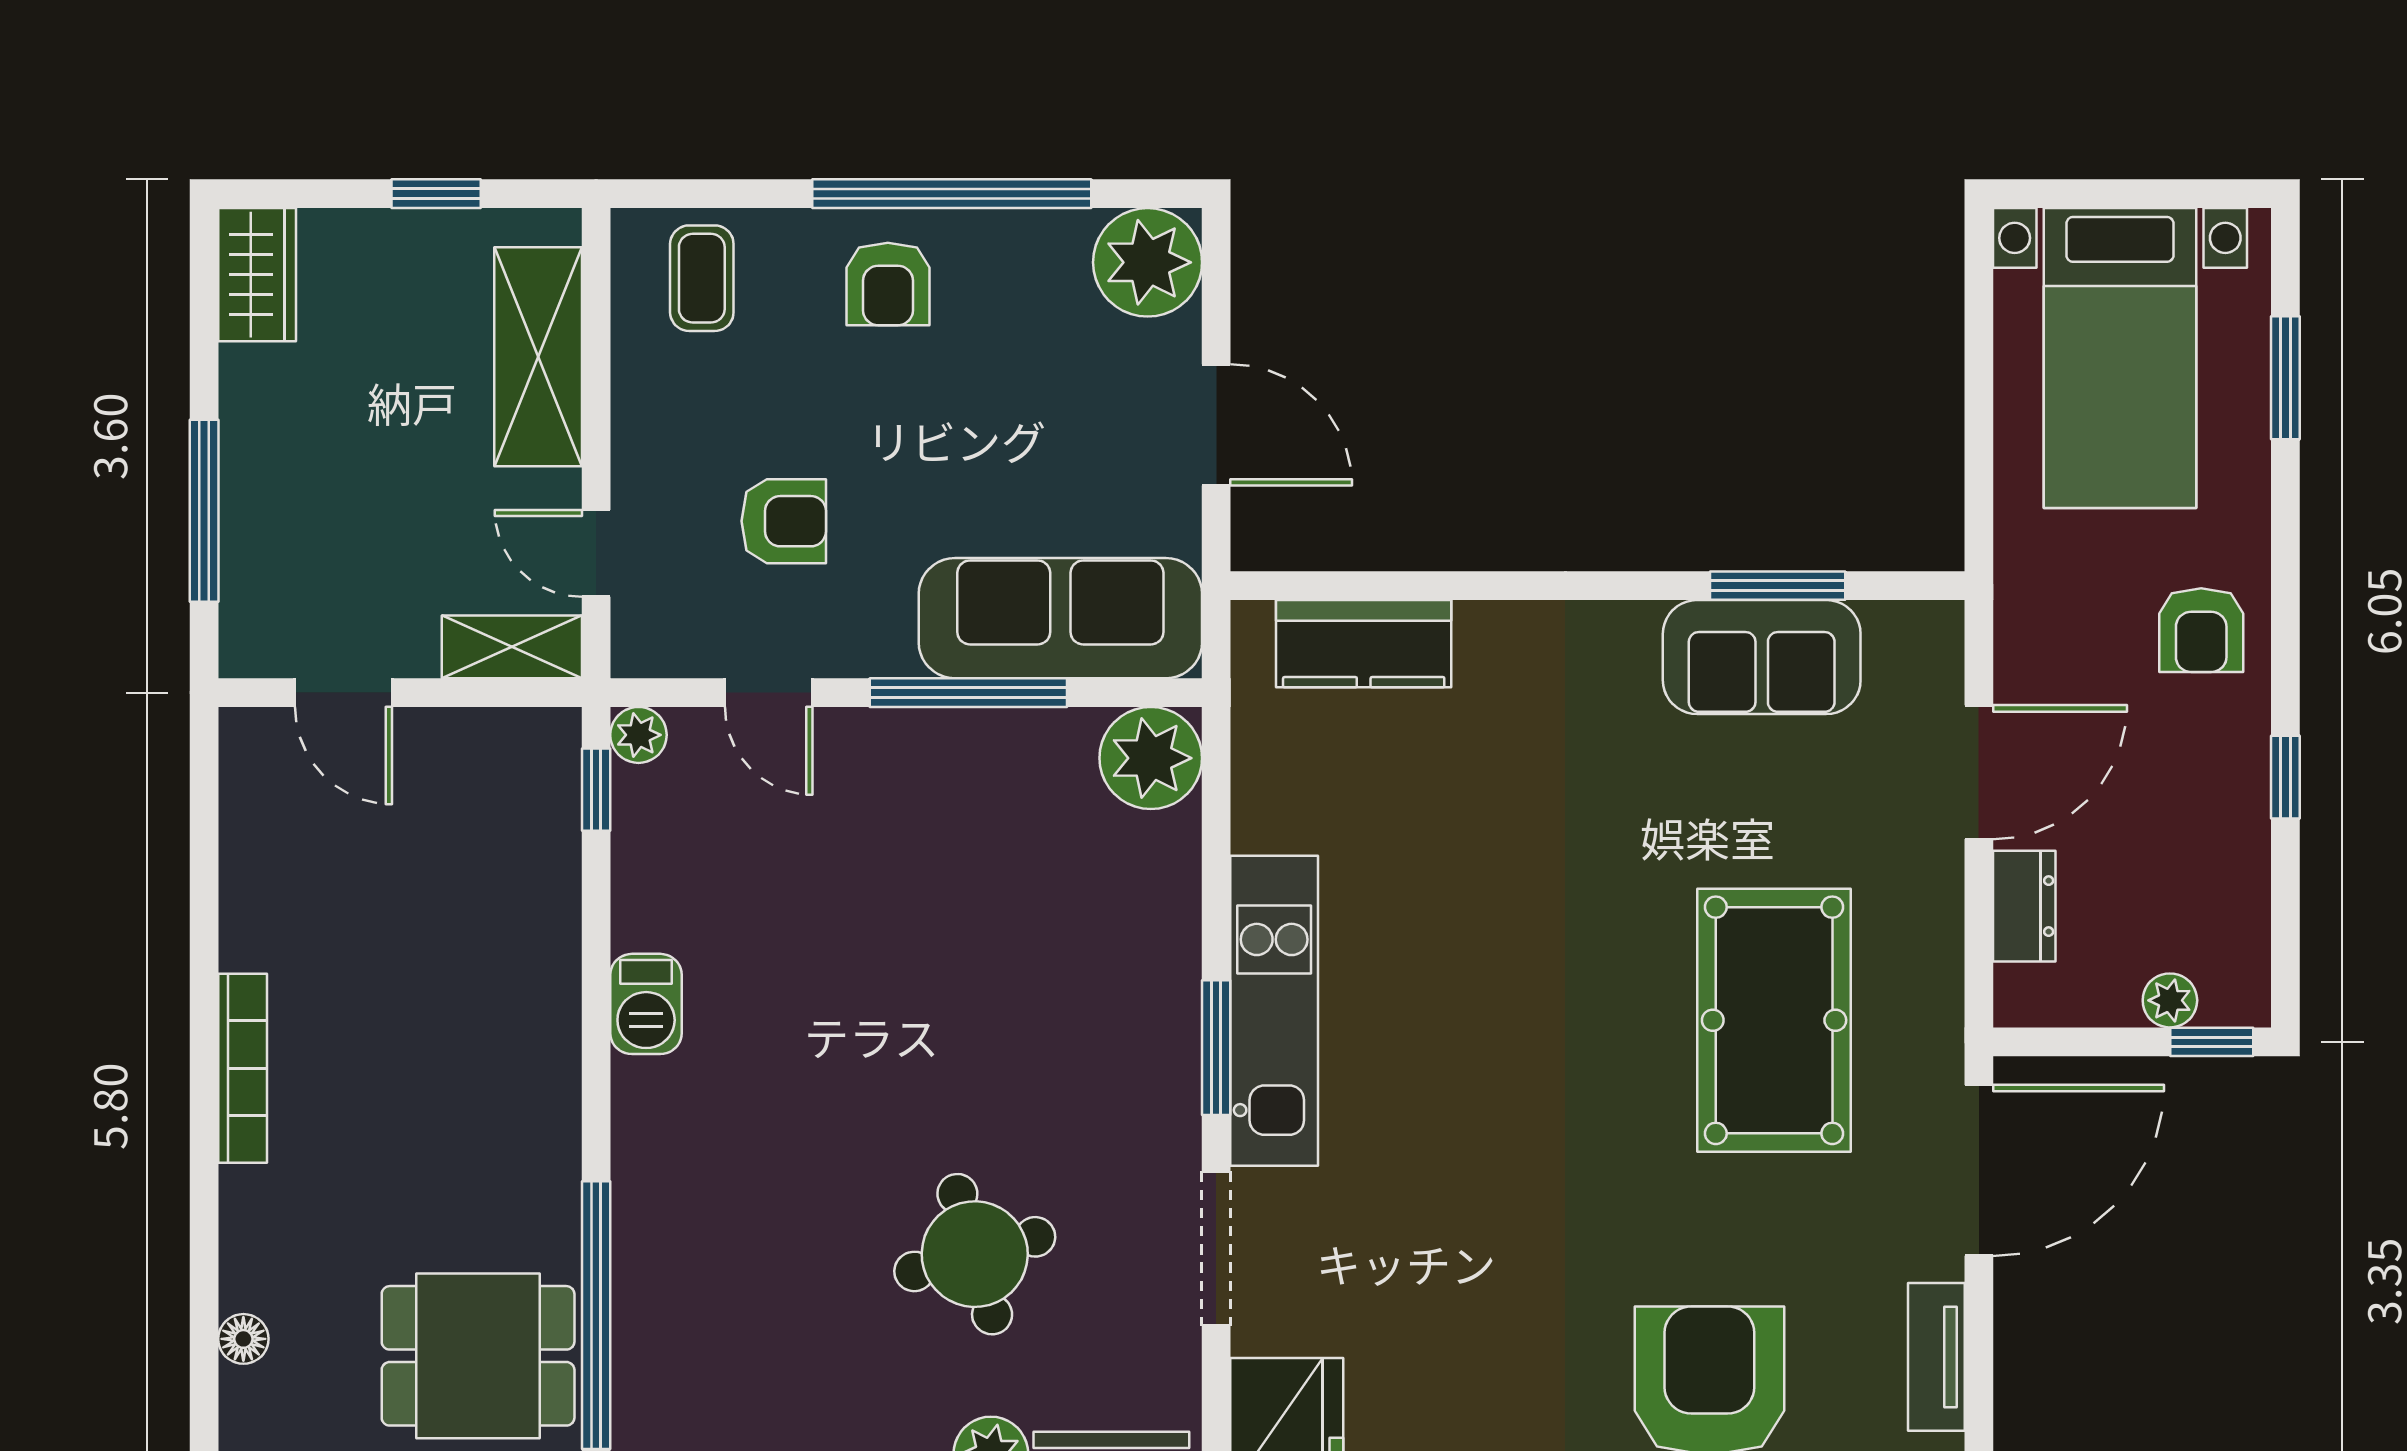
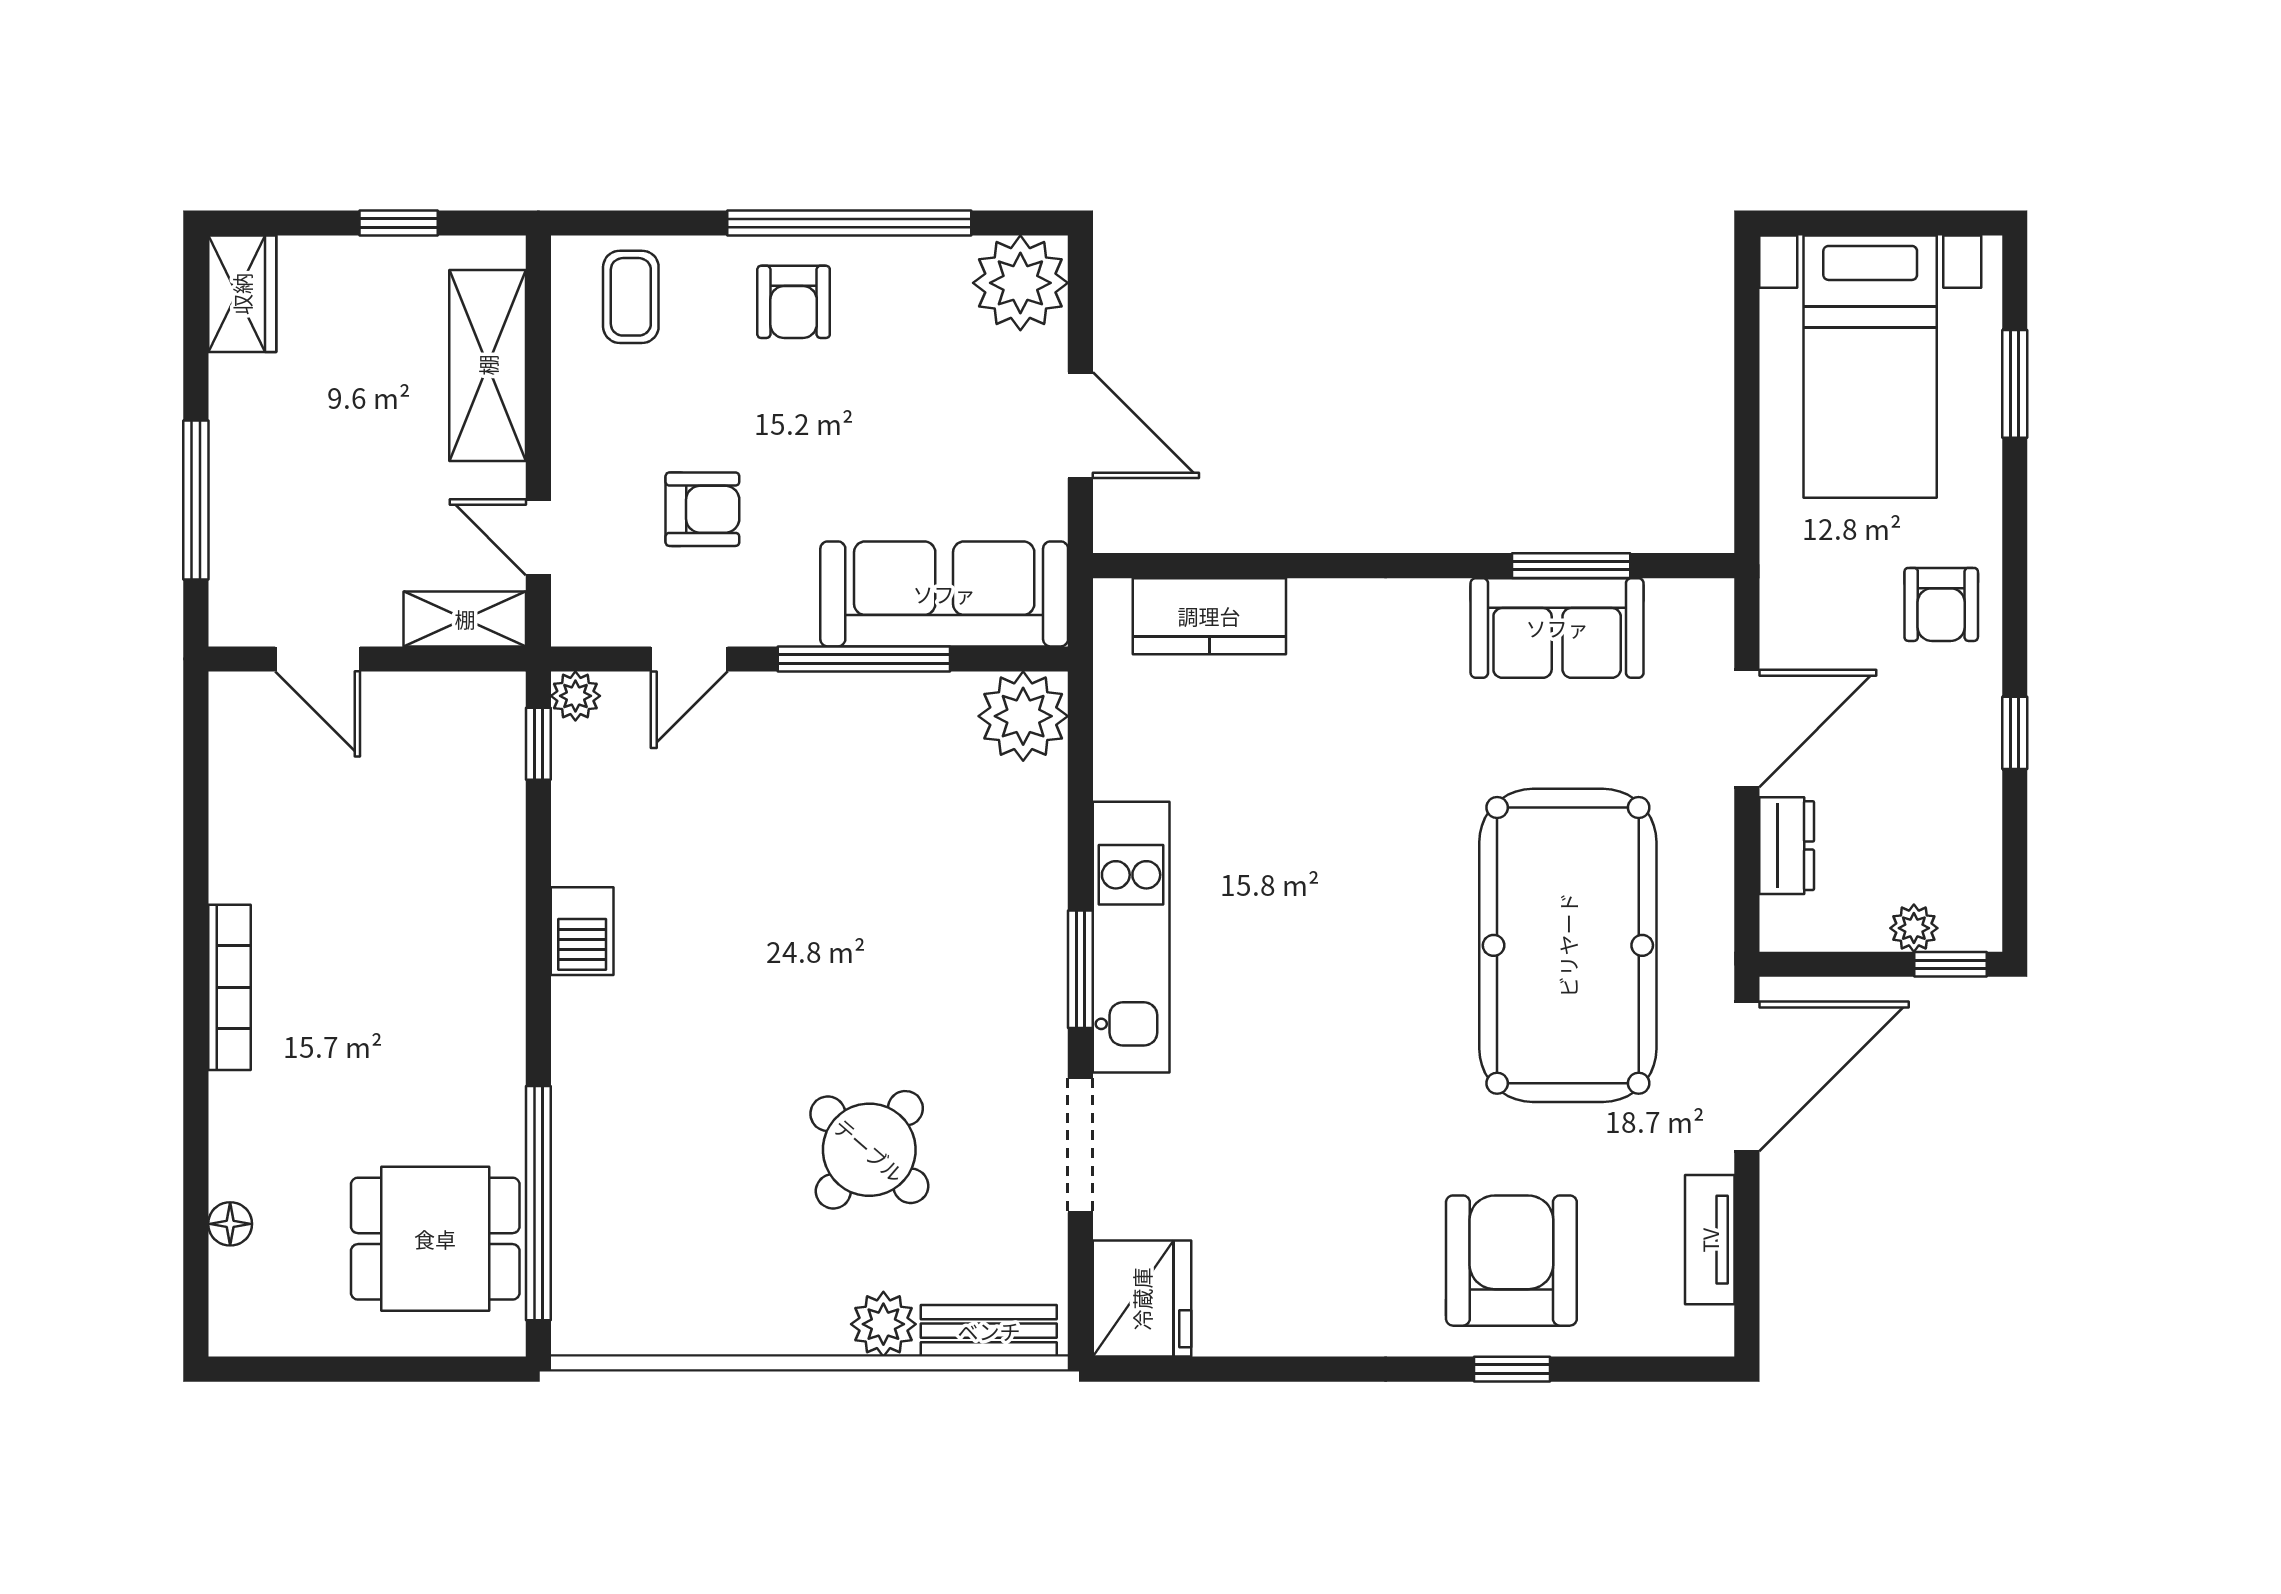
door: (769, 693) -> (689, 659), hinge flipped
pool table: (1774, 1020) -> (1568, 945), width x1.36, depth x1.32
round table: (975, 1254) -> (869, 1150), turned -33

